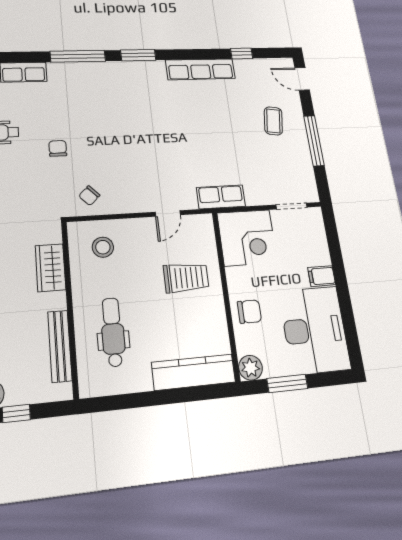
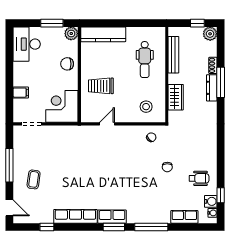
row of seats: (221, 197) -> (112, 217), moved, turned 180
filing cabinet: (322, 276) -> (21, 93), moved
desk: (315, 330) -> (27, 44), width x0.73, depth x0.77

